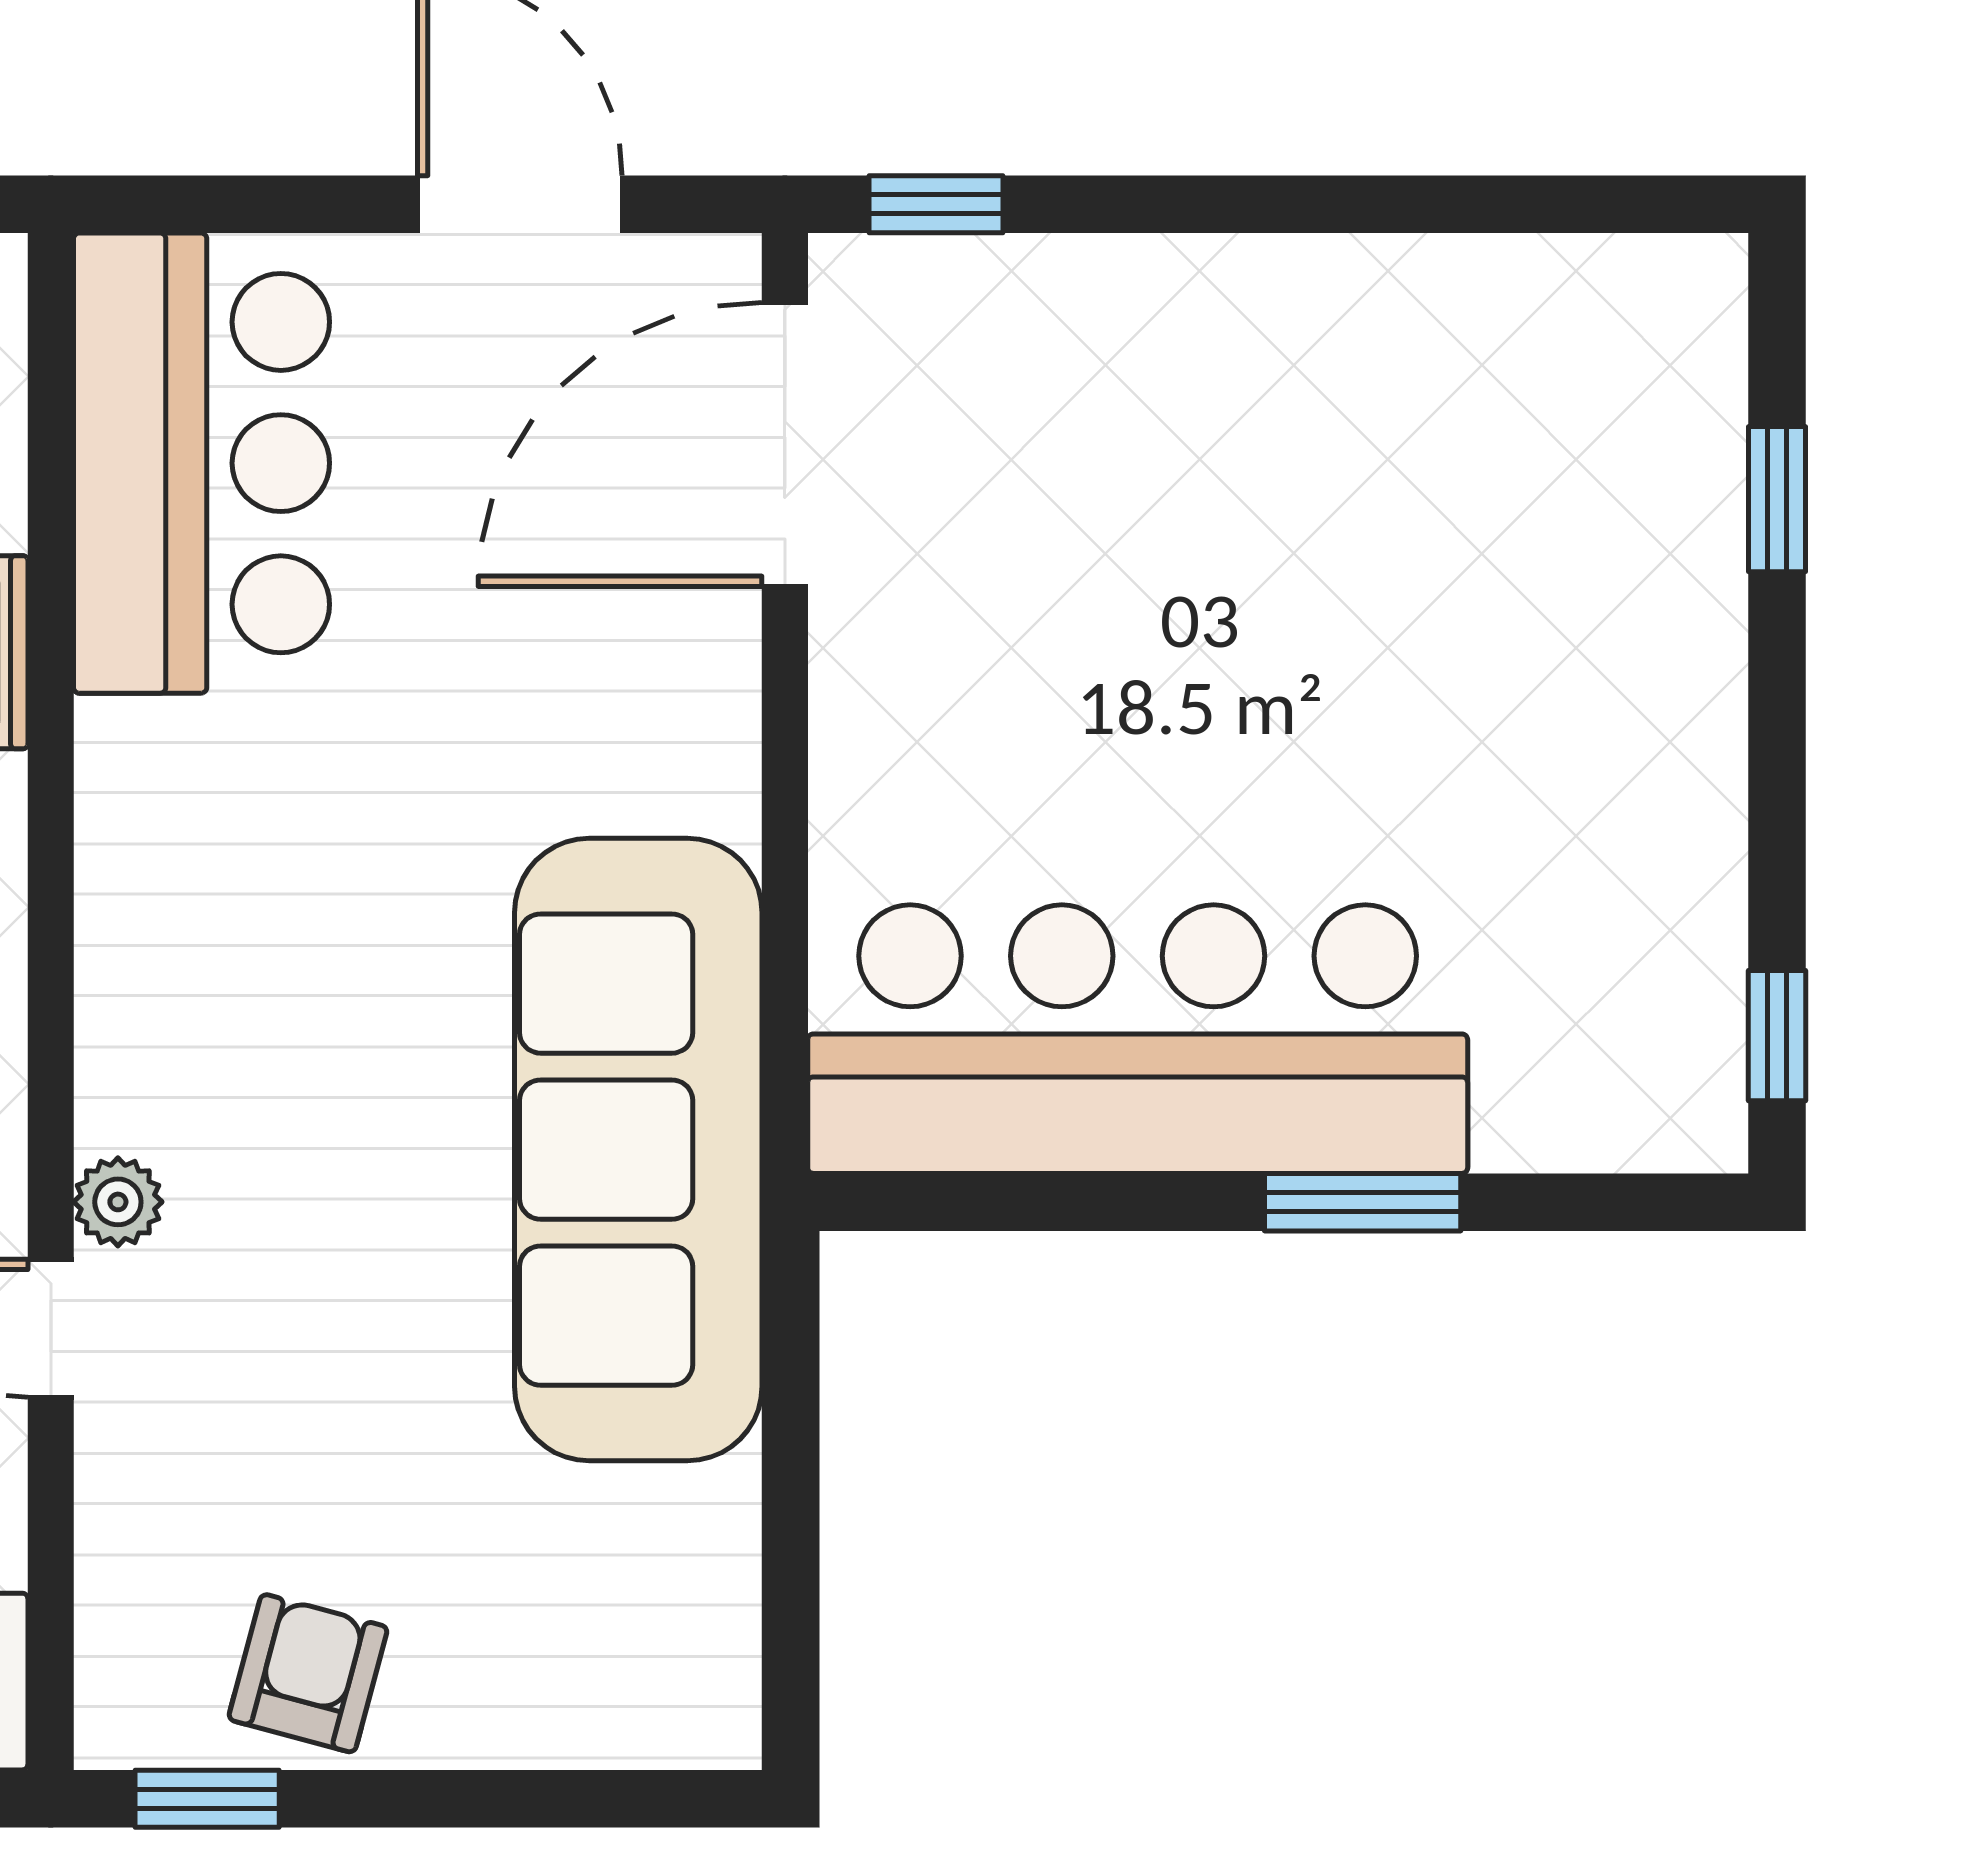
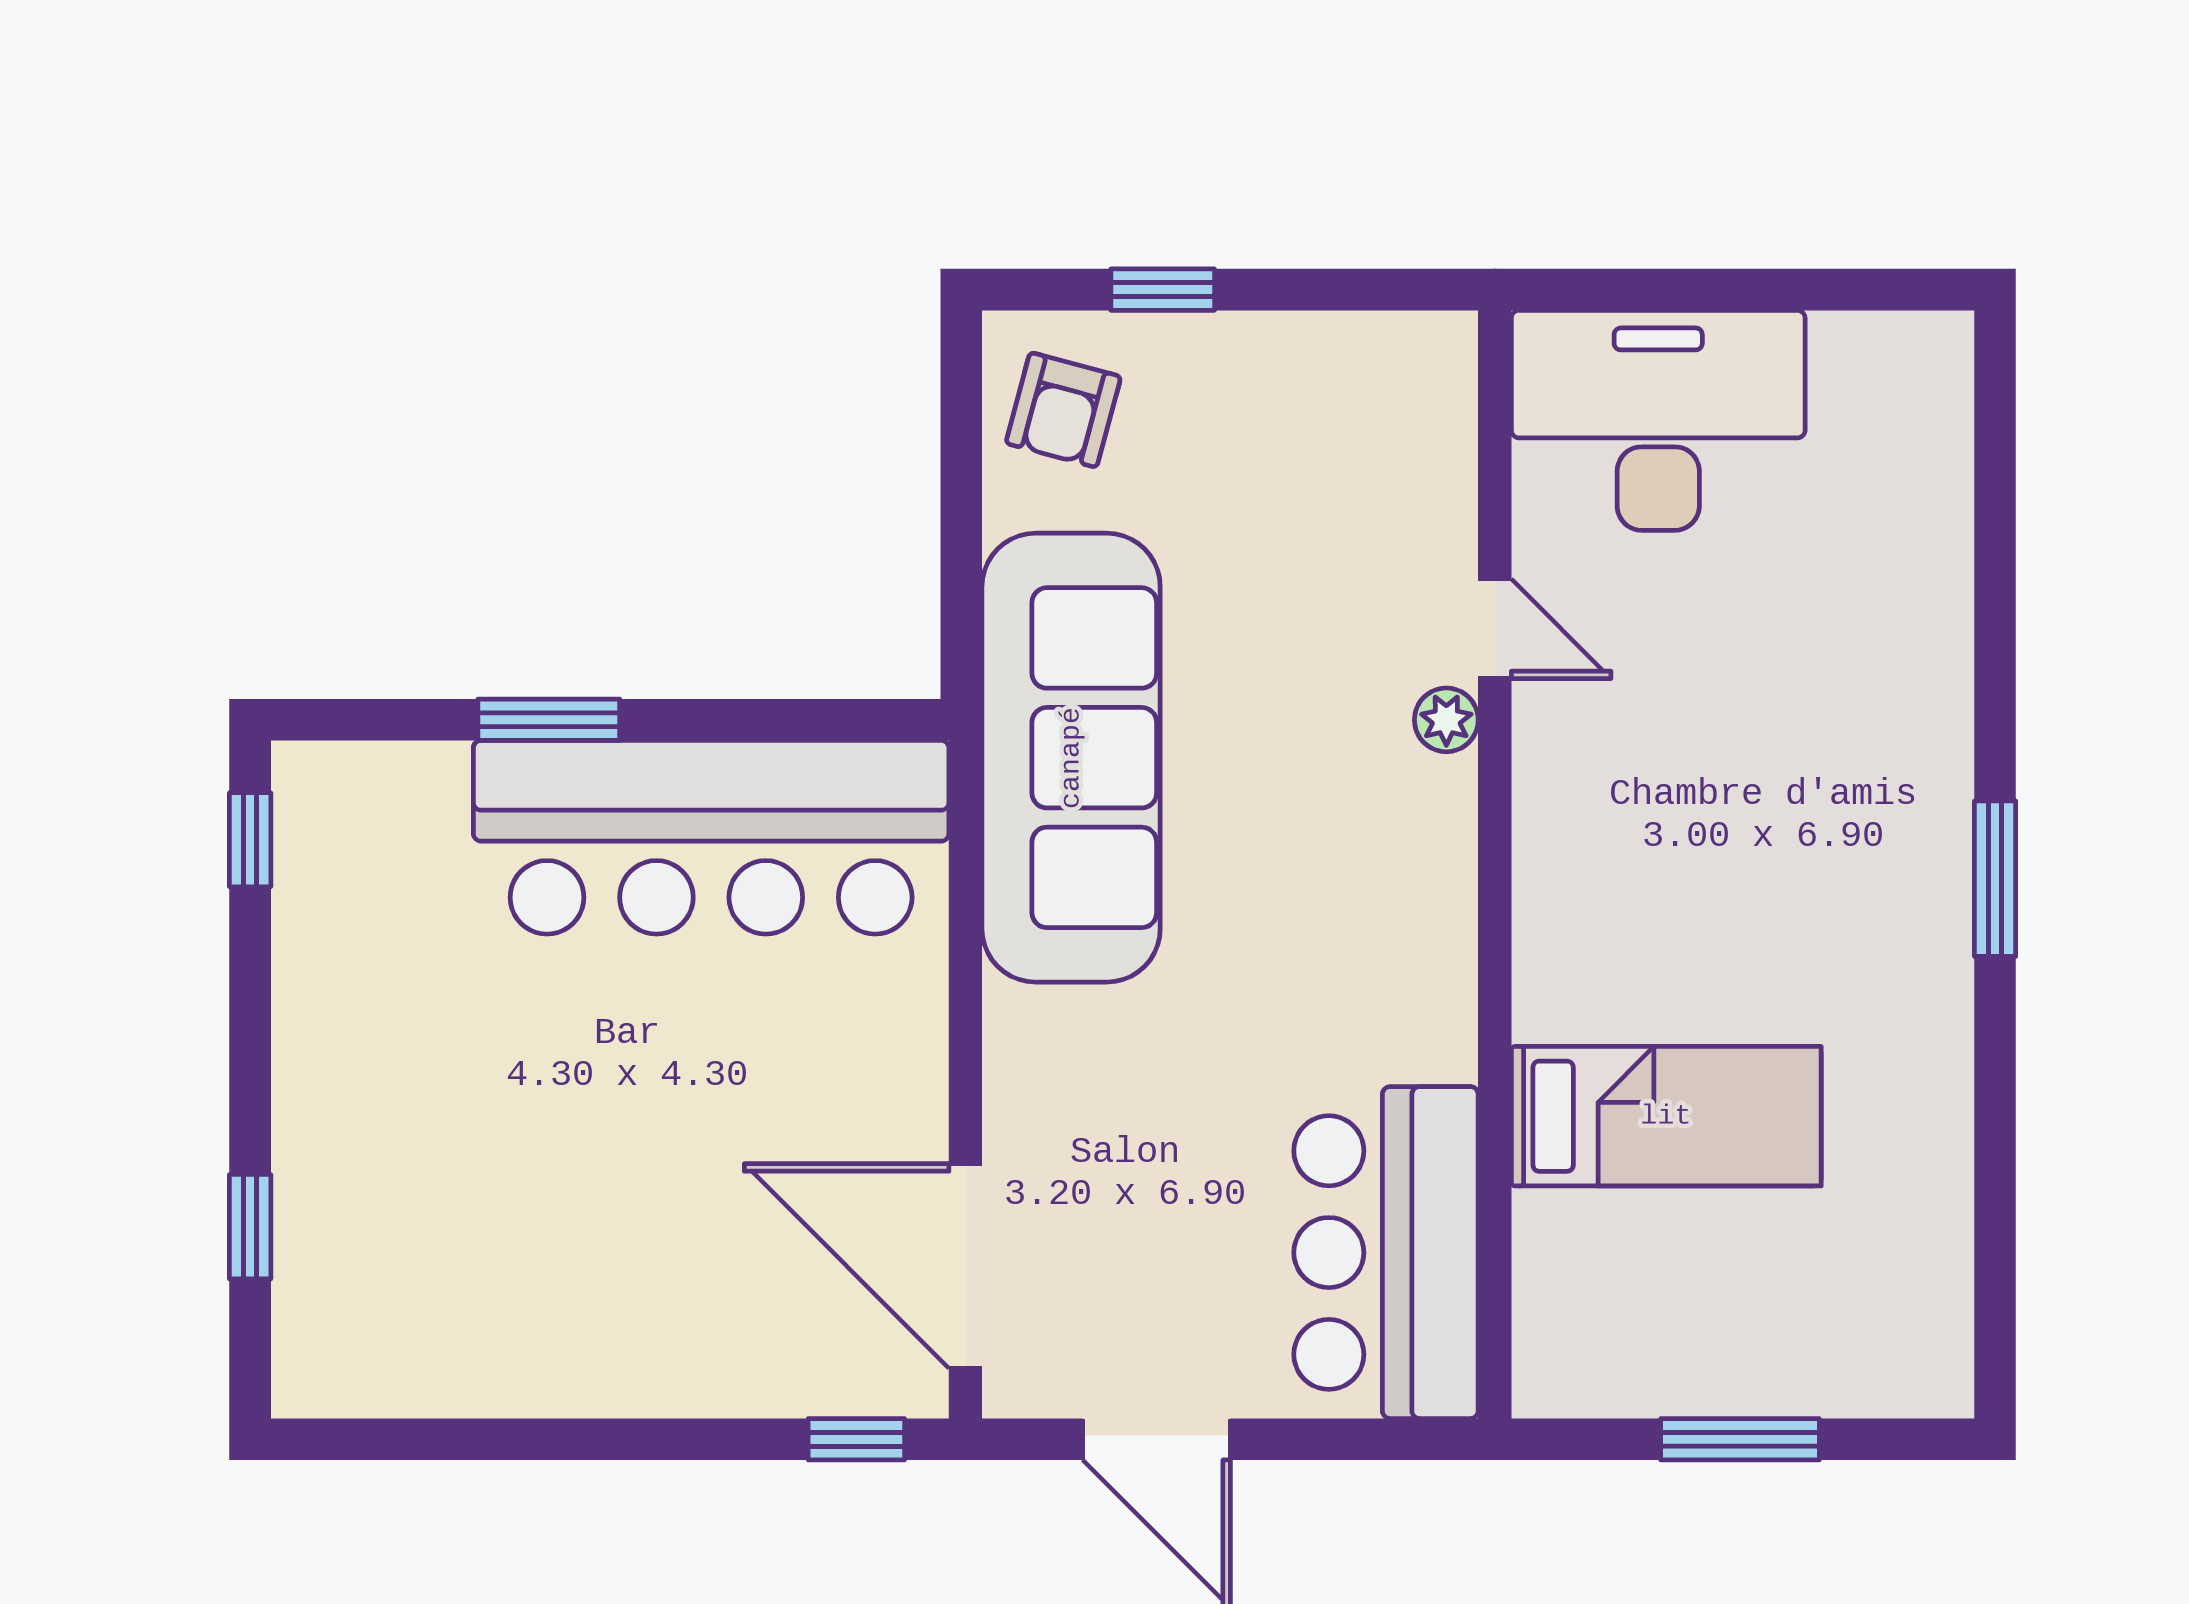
door: (785, 444) -> (965, 1266), swing flipped
armchair: (308, 1673) -> (1063, 410), moved
window: (207, 1799) -> (1163, 290), moved

